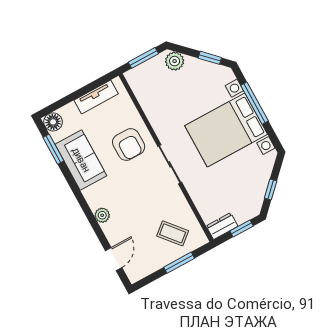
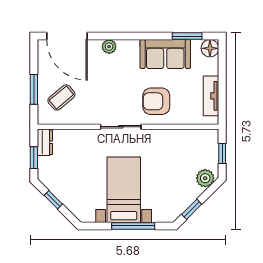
window: (143, 58) -> (222, 154), width x0.67
bed with nightstands: (226, 130) -> (124, 190), width x0.73
door: (114, 259) -> (67, 36), width x1.87

